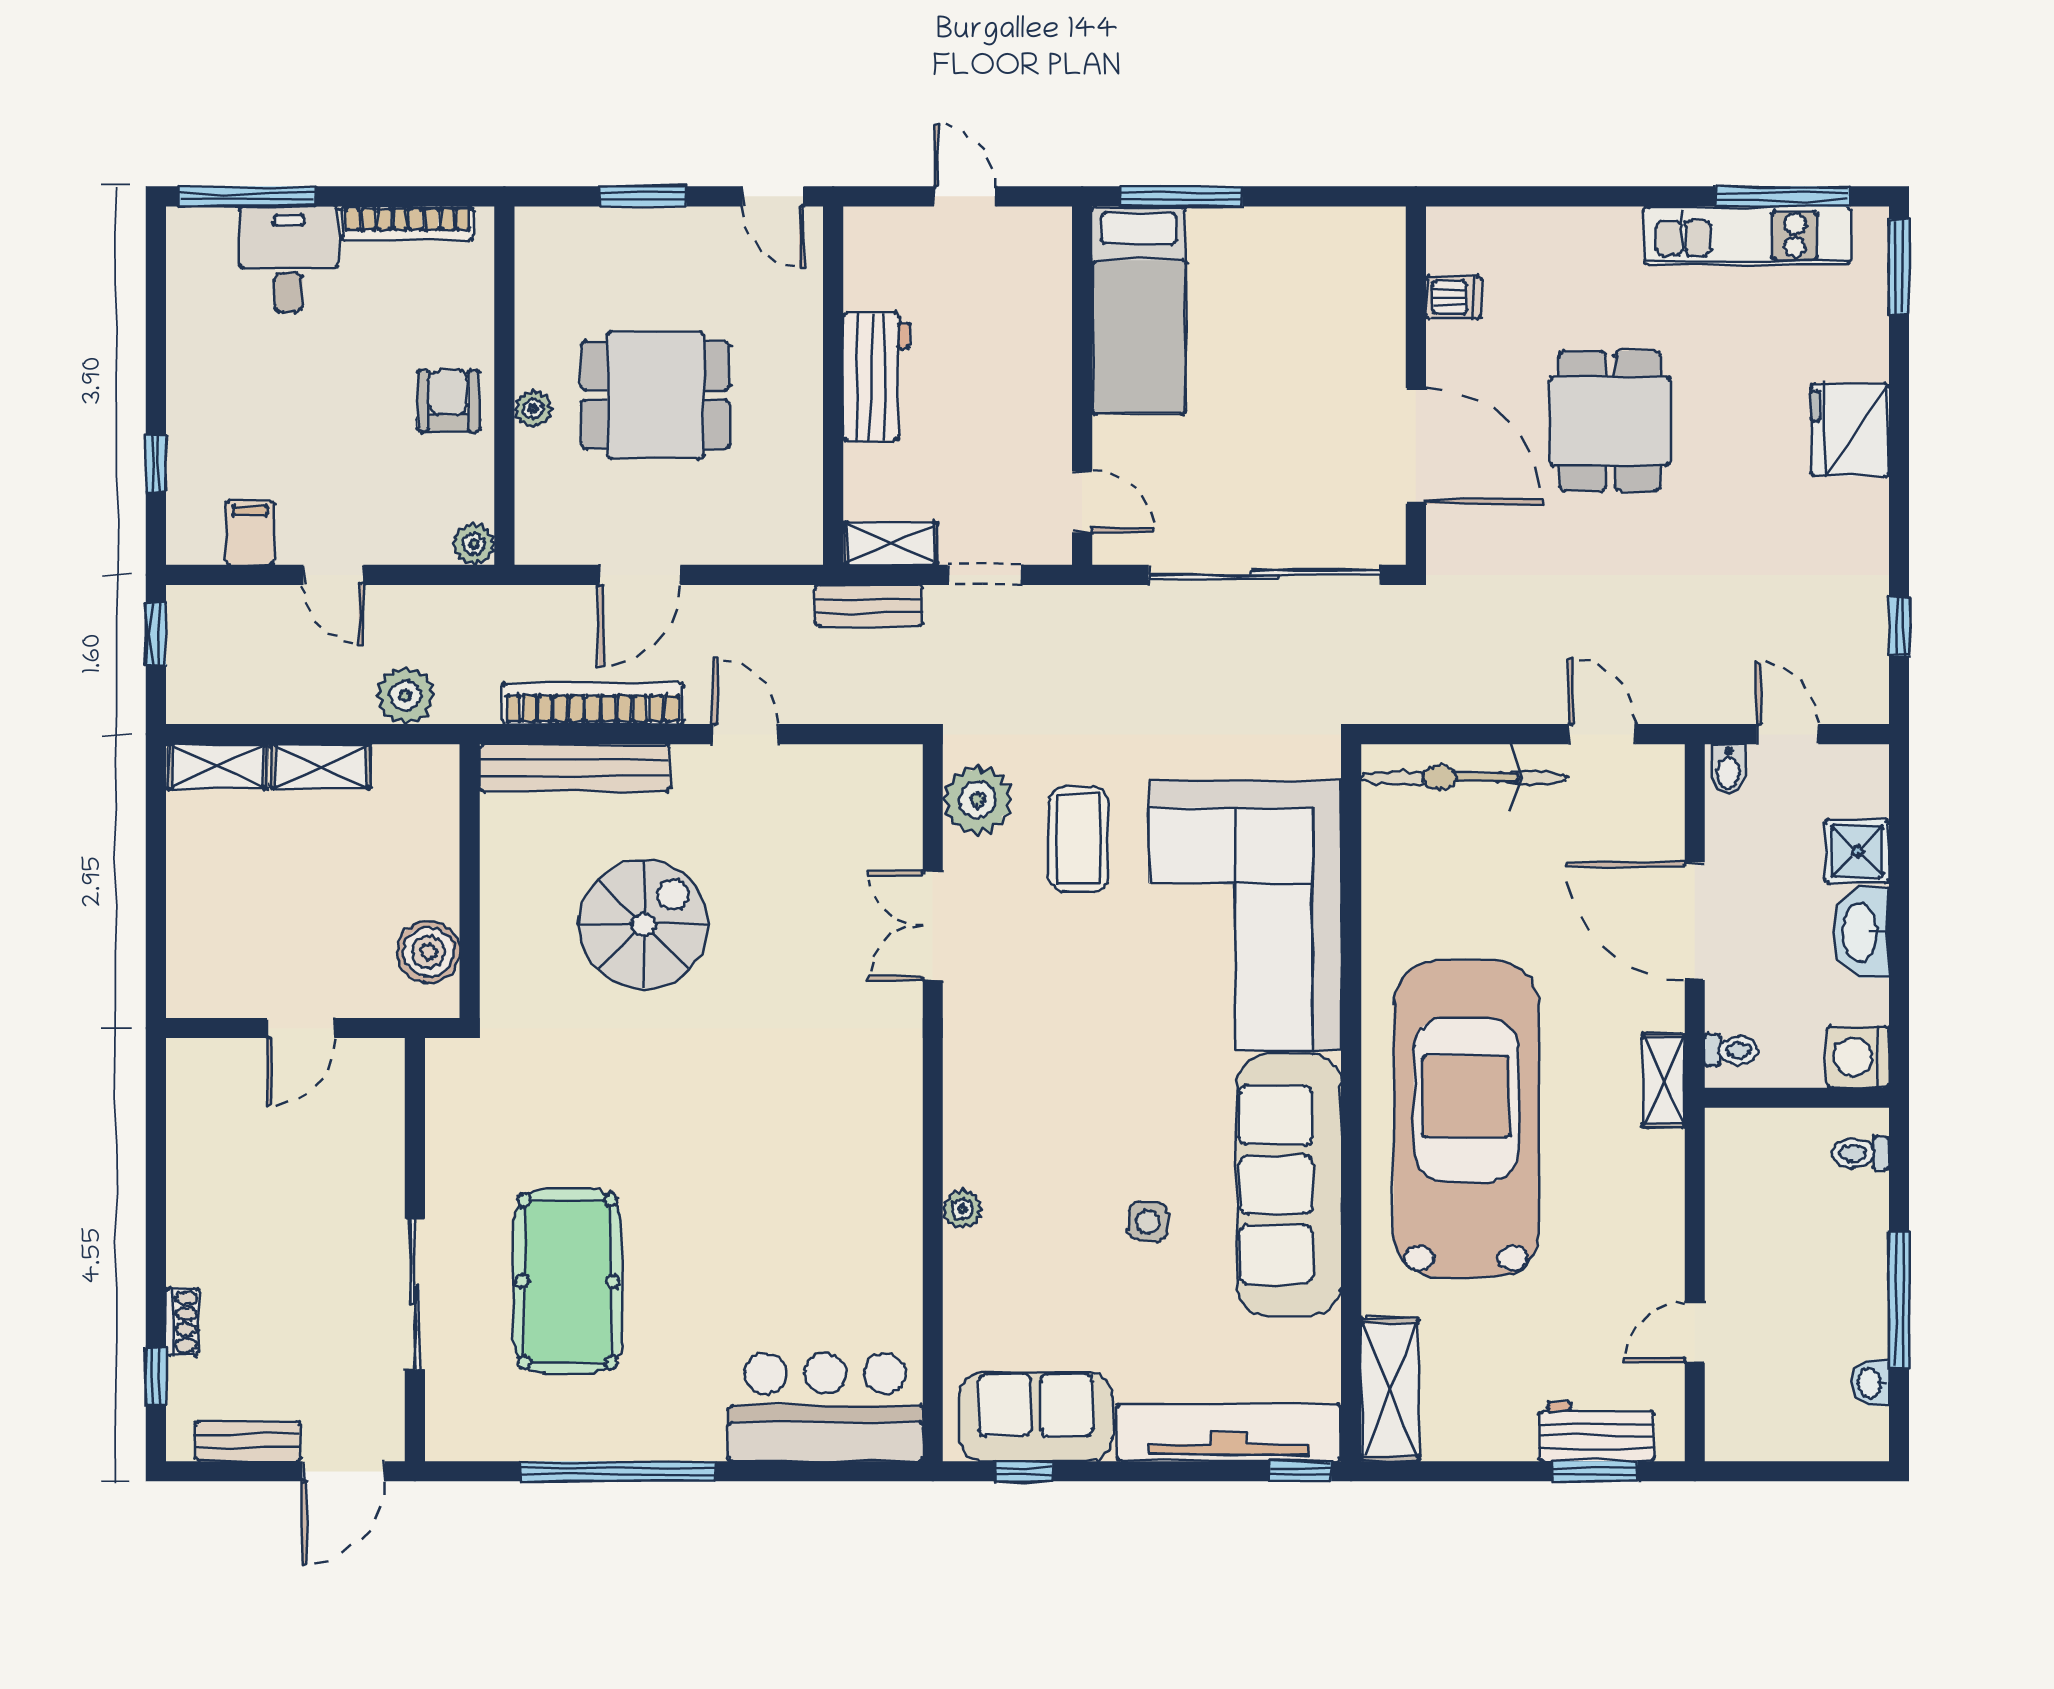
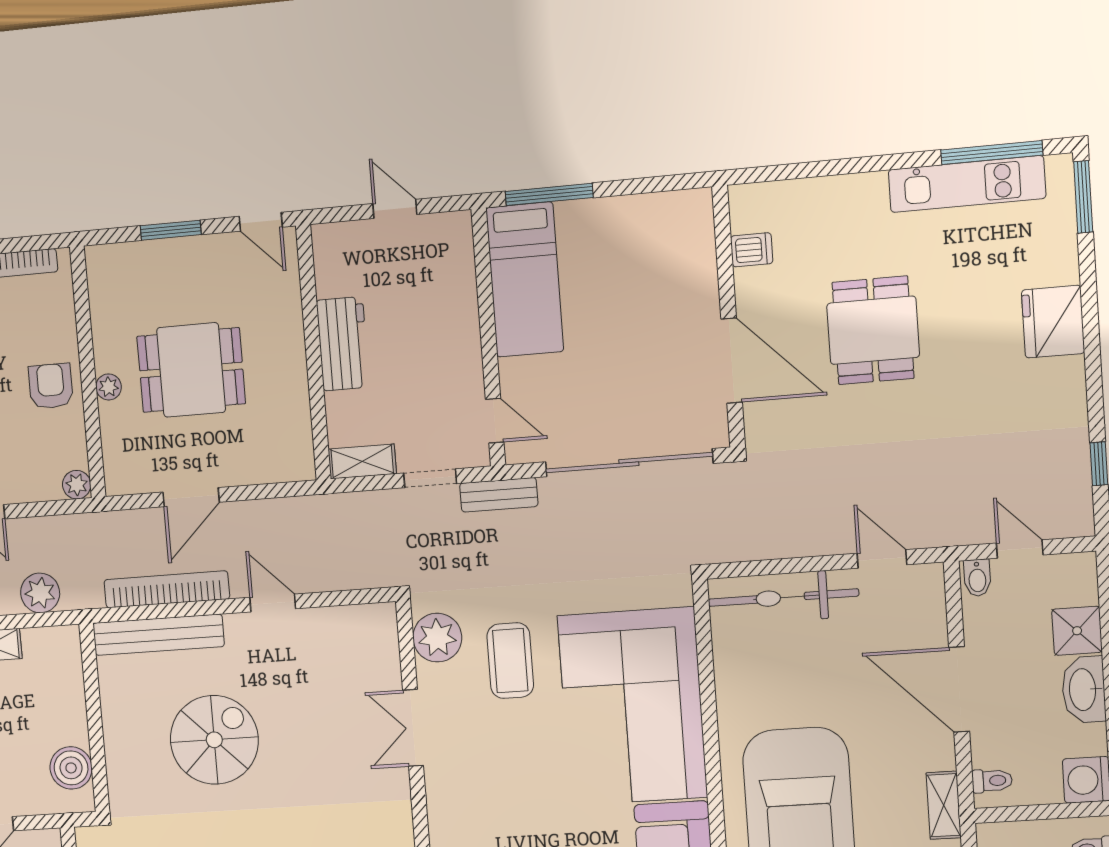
bench: (869, 605) -> (499, 495), moved

